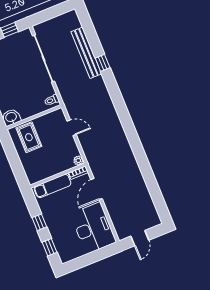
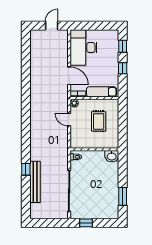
door: (72, 128) -> (69, 119), moved
rug: (29, 137) -> (99, 121), moved
door: (97, 189) -> (69, 76), hinge flipped

